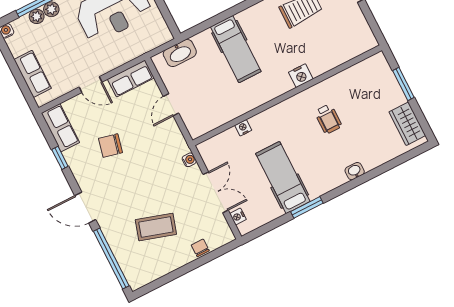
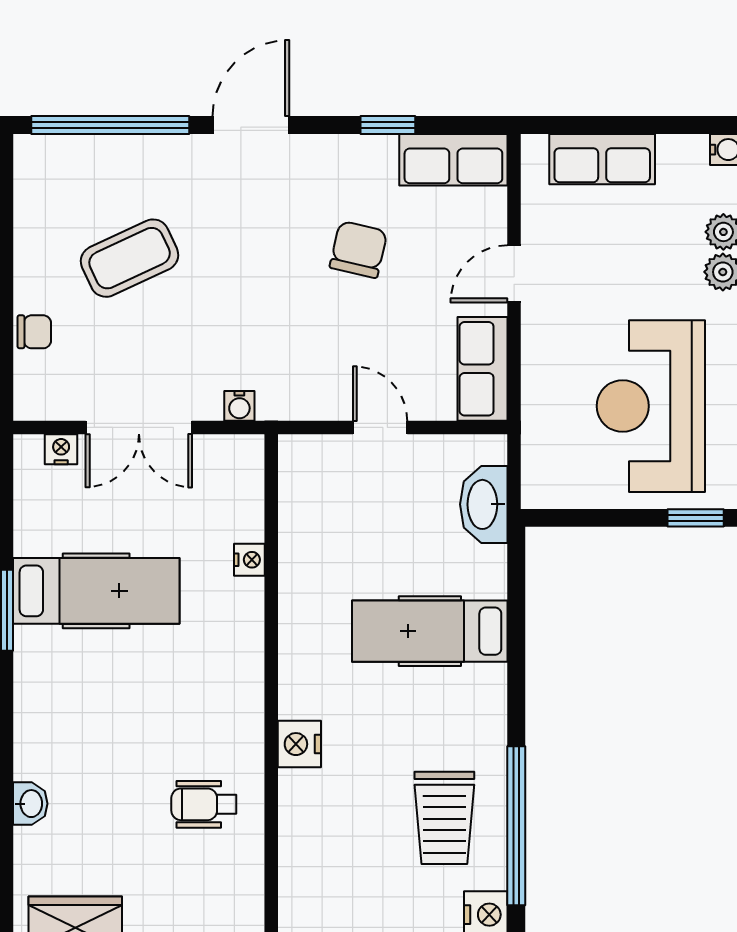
wheelchair: (328, 119) -> (204, 804), moved
washbasin: (355, 171) -> (30, 804), moved
coffee table: (156, 227) -> (130, 258), turned 48

